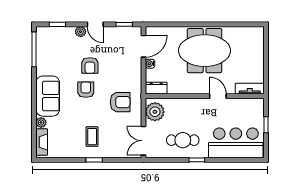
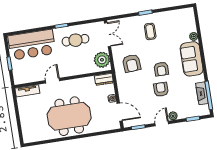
door: (95, 24) -> (162, 124), hinge flipped
door: (143, 46) -> (120, 112), swing flipped
door: (218, 96) -> (52, 81), swing flipped
armchair: (120, 102) -> (132, 63), turned -94
fireplace: (42, 142) -> (202, 93), moved

